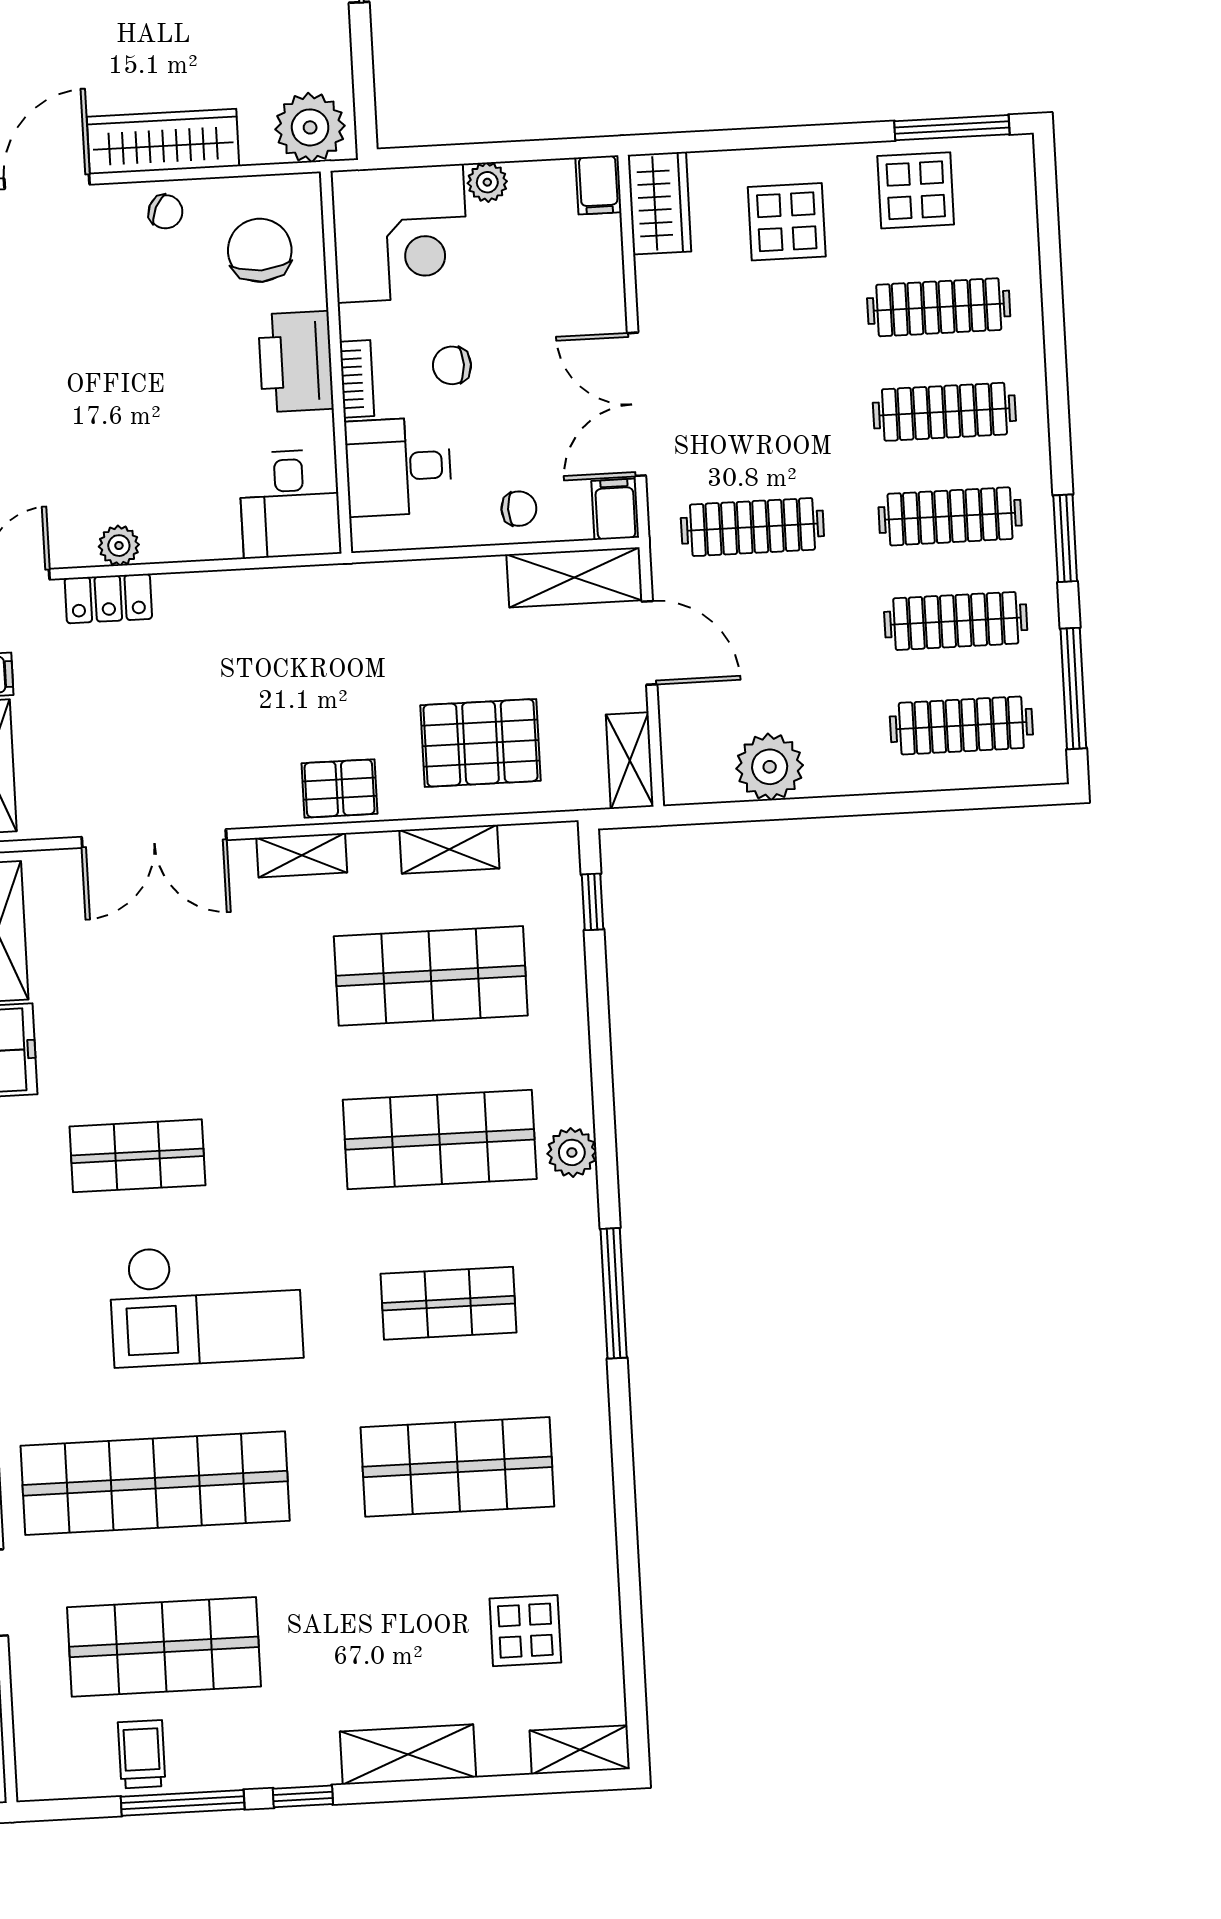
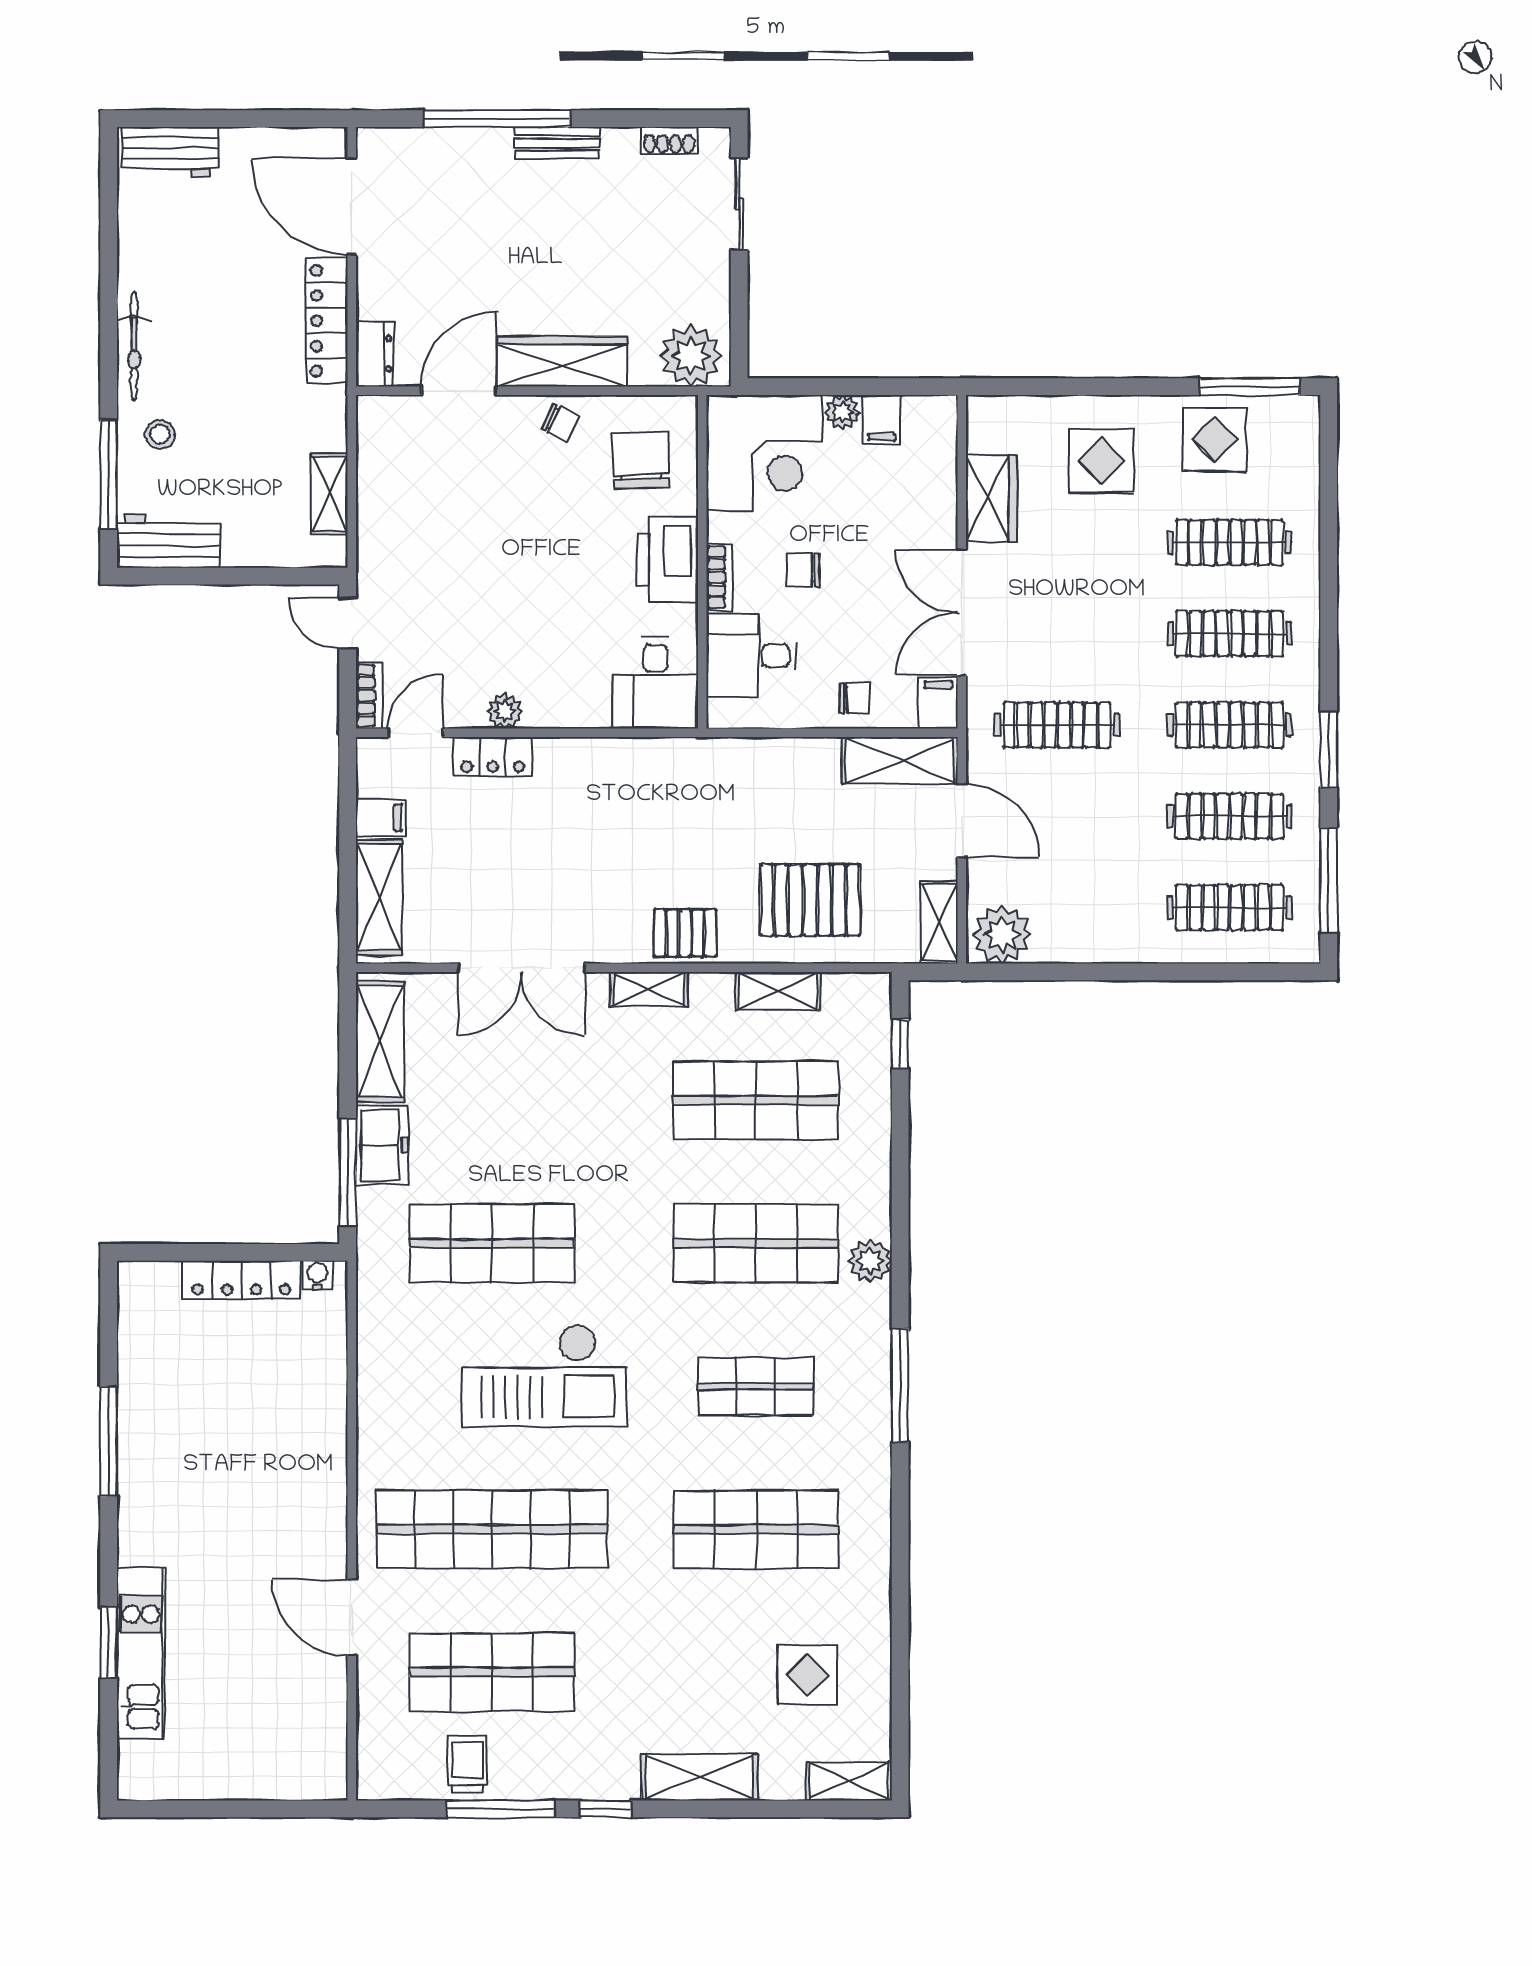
filing cabinet: (598, 185) -> (882, 420), moved
wardrobe: (659, 203) -> (991, 498), moved
plant: (770, 767) -> (1002, 934), moved
shop shelf: (137, 1156) -> (492, 1243), width x1.43, depth x1.36

